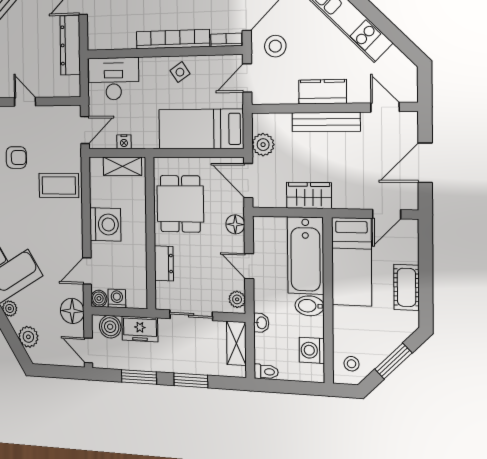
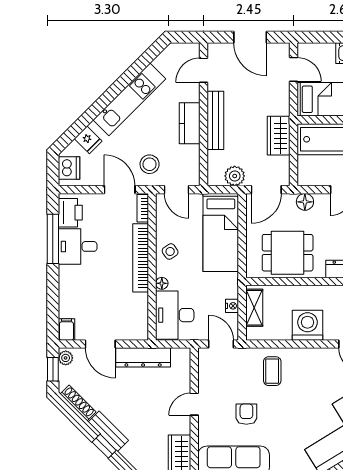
floor lamp: (146, 64) -> (162, 283), added
coffee table: (59, 185) -> (272, 371), width x0.73, depth x0.77

